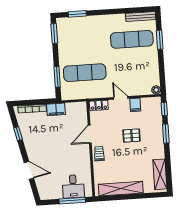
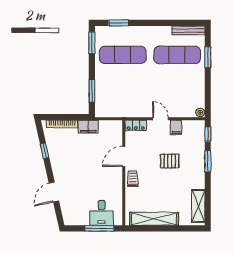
exercise mat: (85, 73) -> (123, 55), moved
door: (29, 170) -> (54, 192), swing flipped

